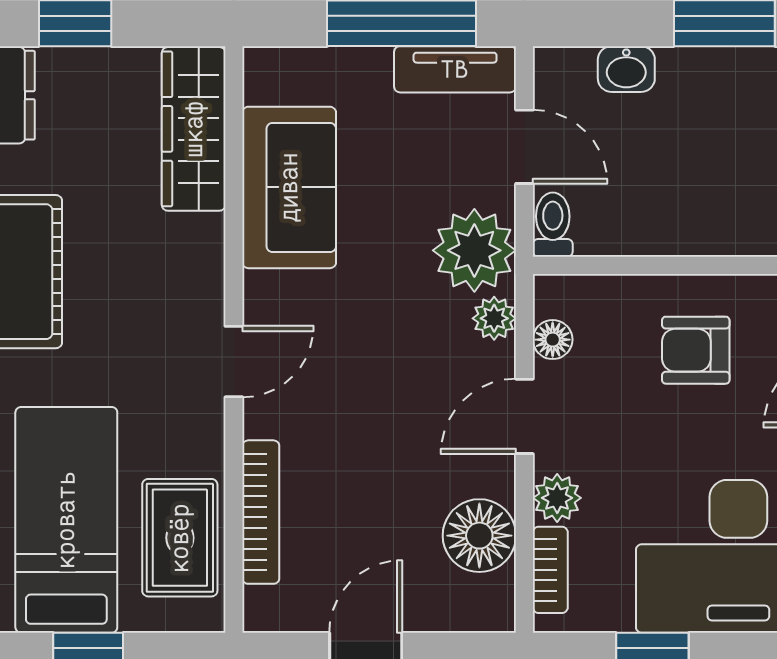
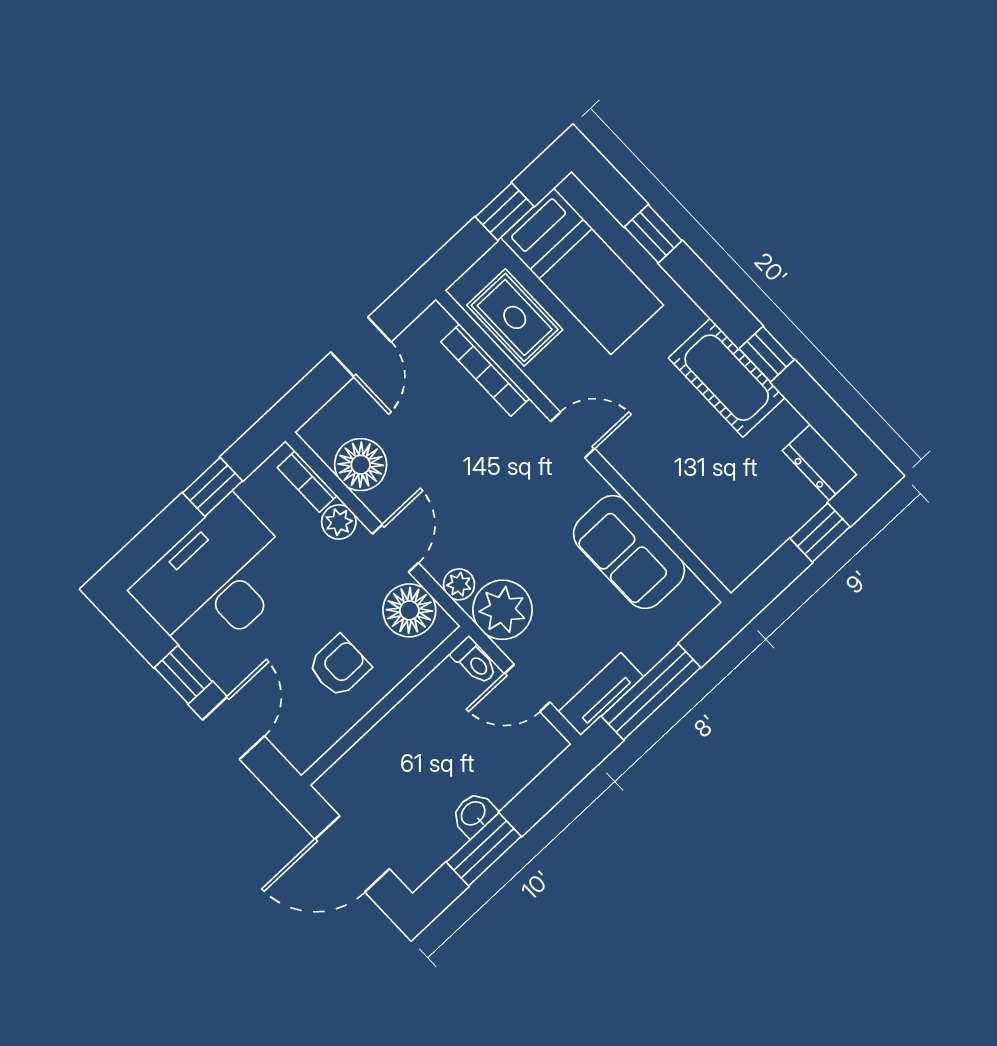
washbasin: (626, 69) -> (474, 814), moved
wardrobe: (194, 129) -> (707, 536), removed
floor lamp: (553, 340) -> (409, 610), width x1.89, depth x1.89
door: (234, 362) -> (573, 435), swing flipped

